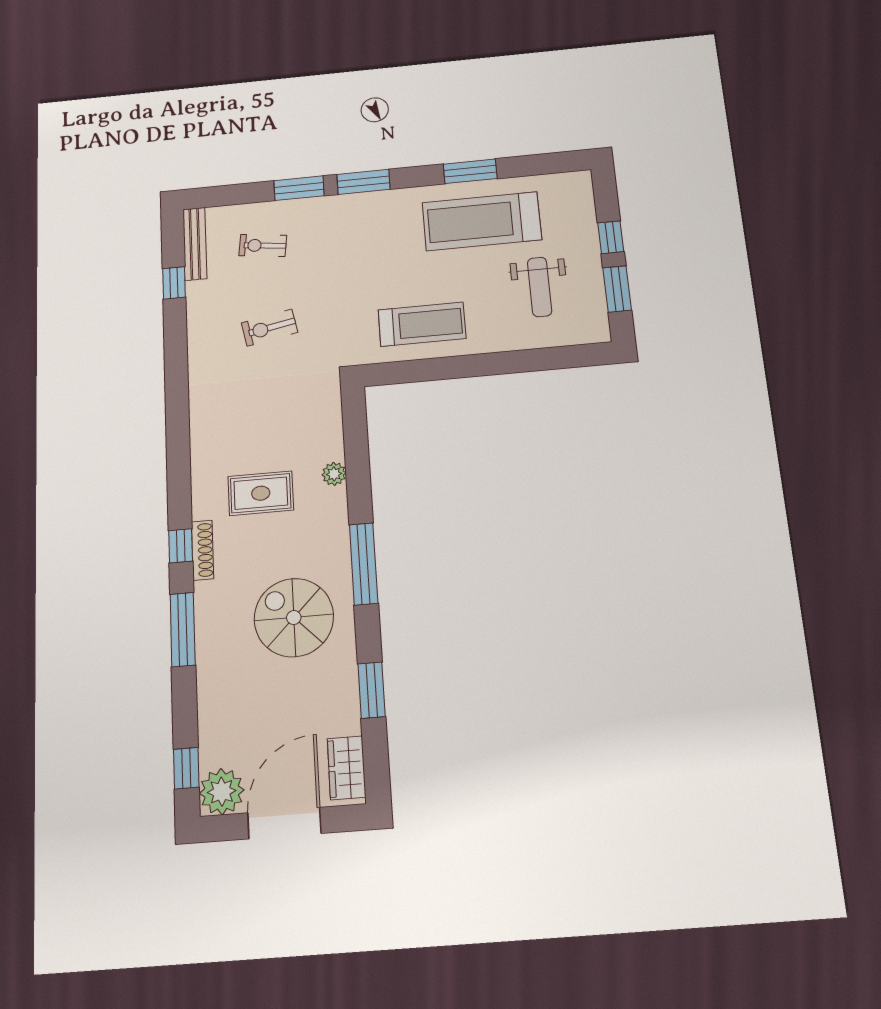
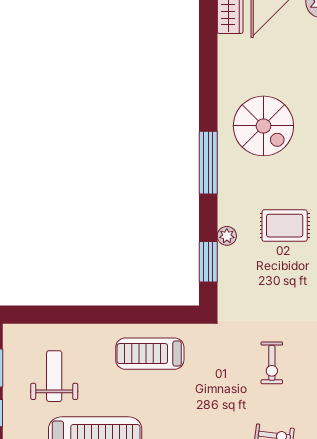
exercise bike: (270, 328) -> (272, 363), turned 101
window: (372, 690) -> (208, 262), moved

